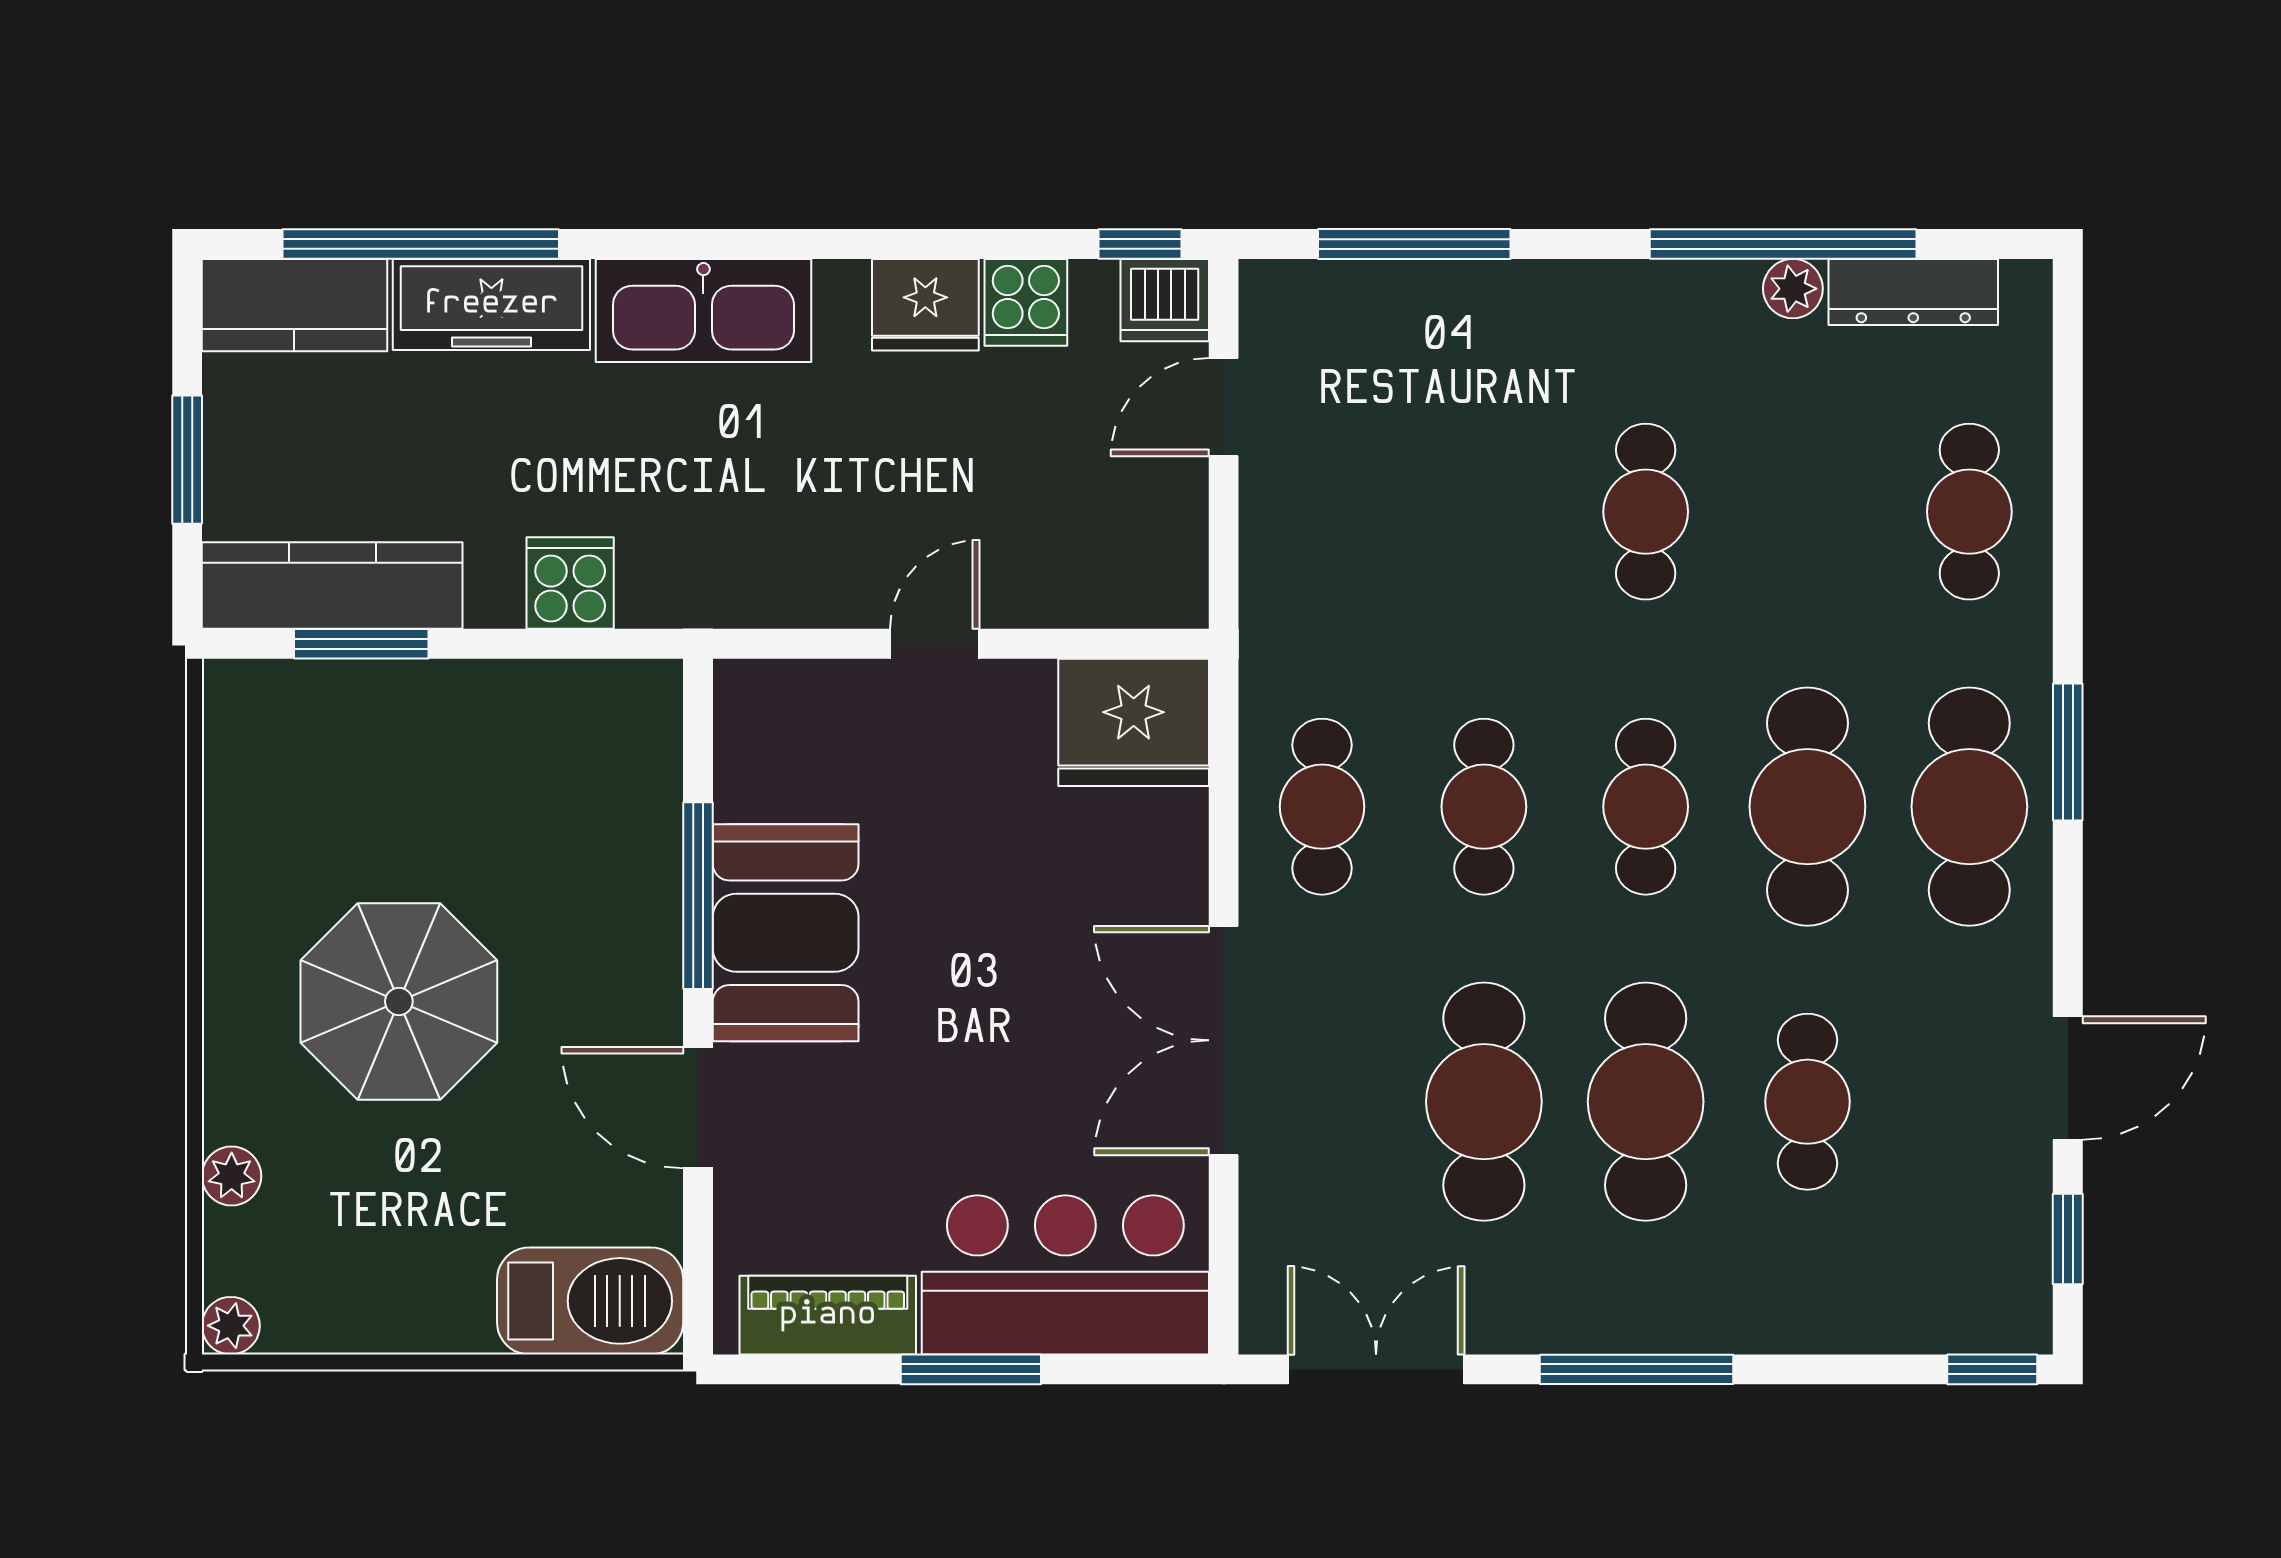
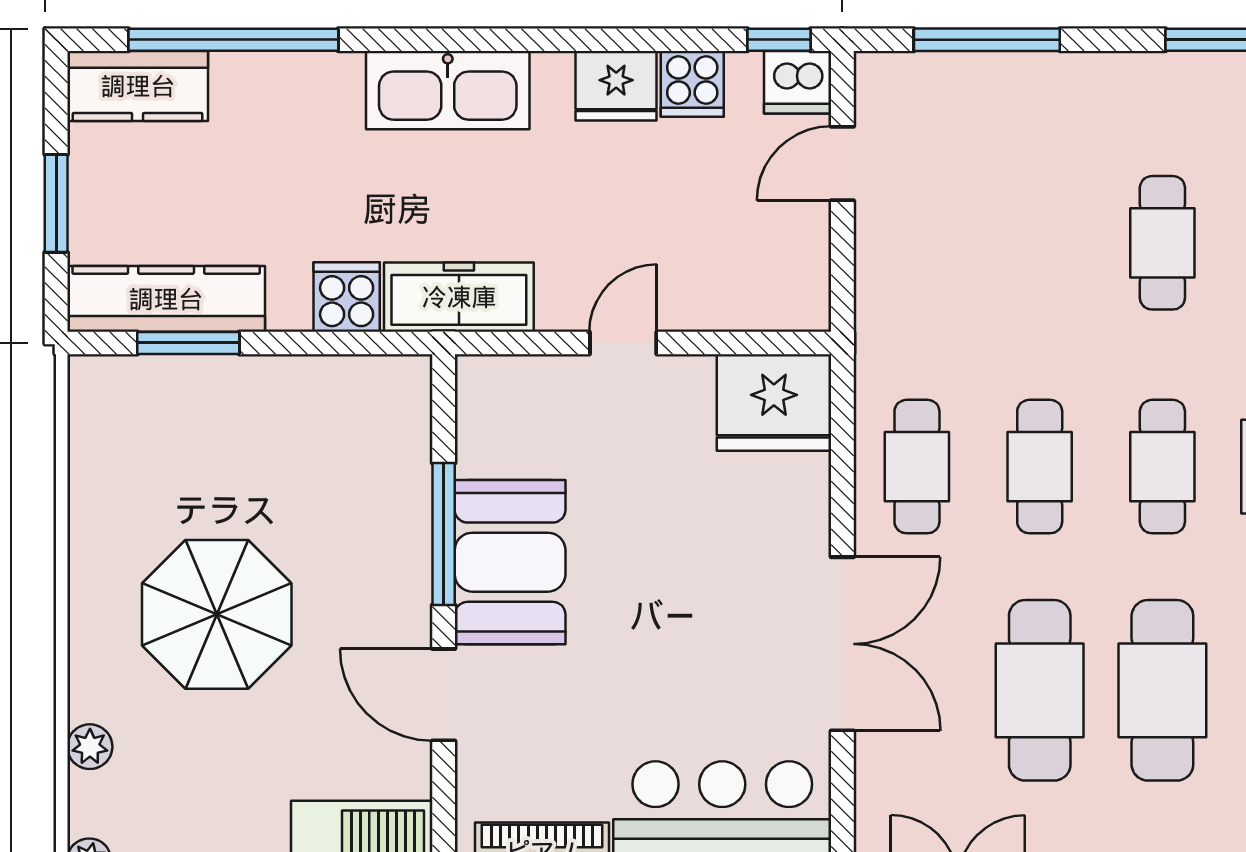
freezer: (491, 304) -> (459, 297), moved, turned 180
double door: (1224, 1040) -> (842, 644), swing flipped

